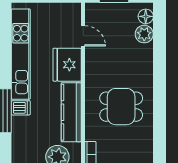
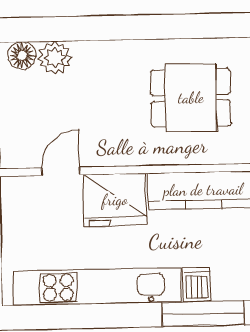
dining table: (121, 107) -> (191, 98), turned 90

